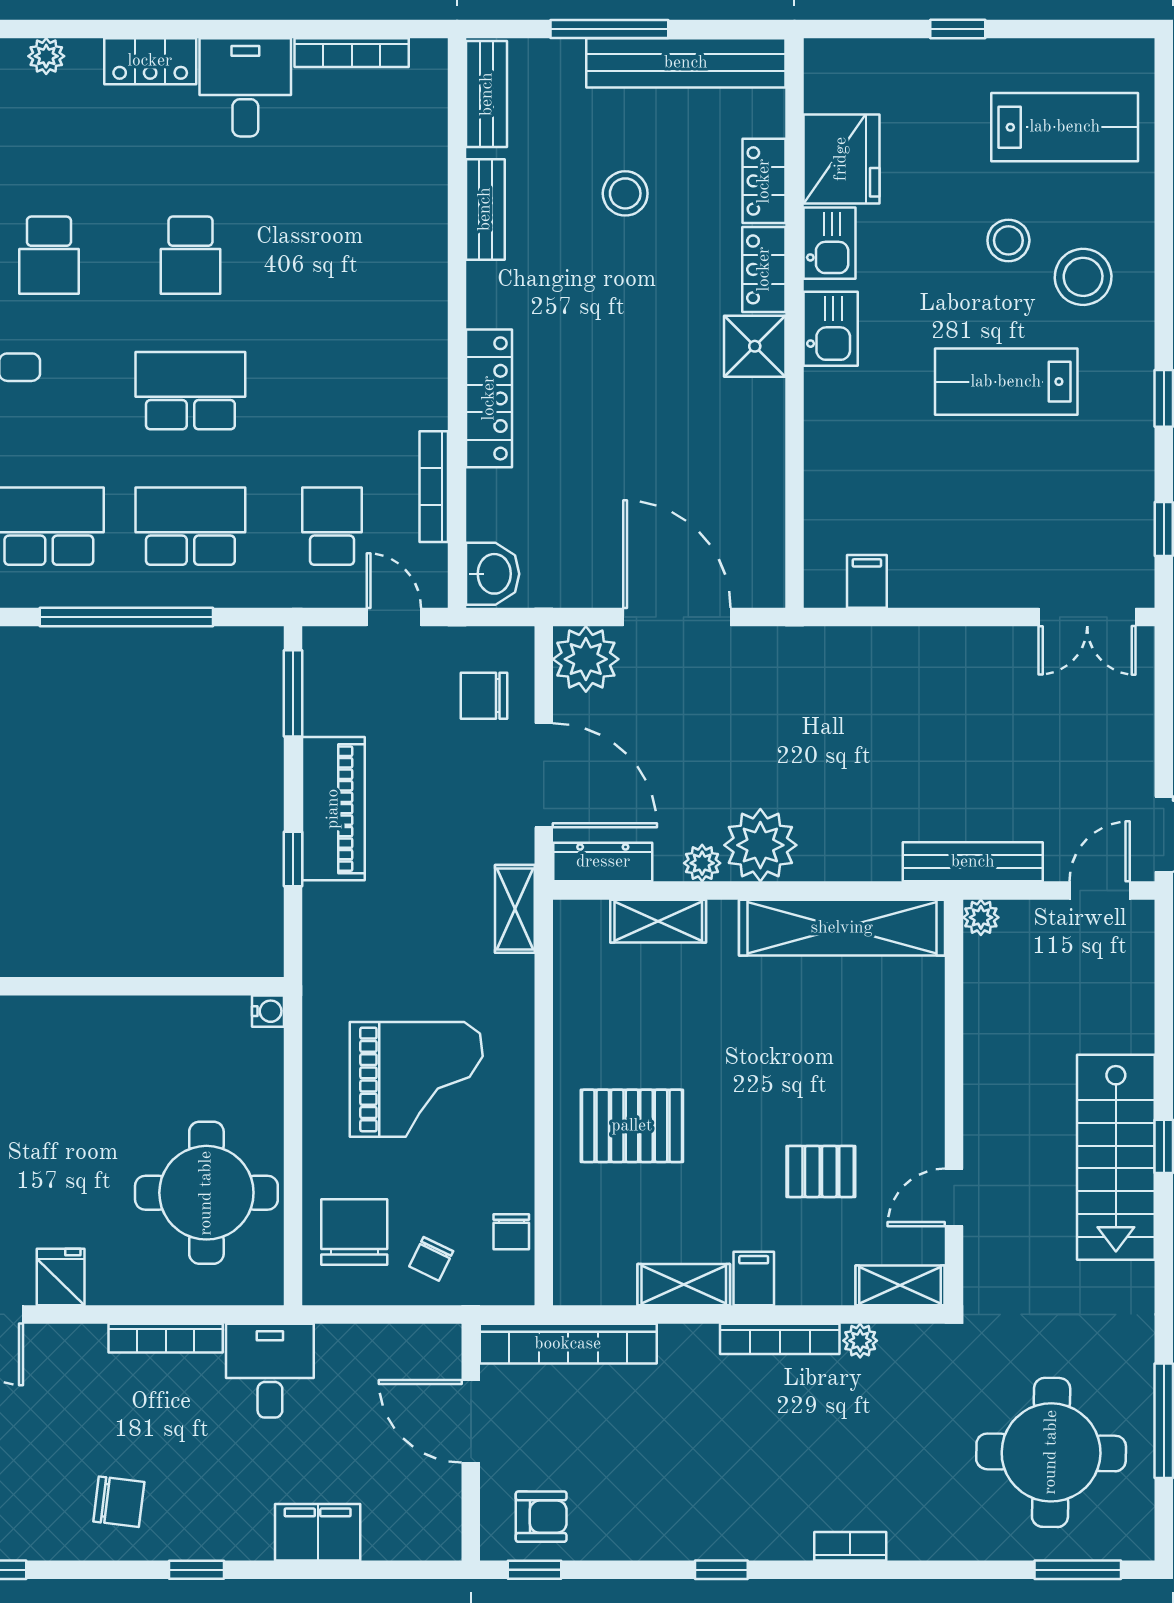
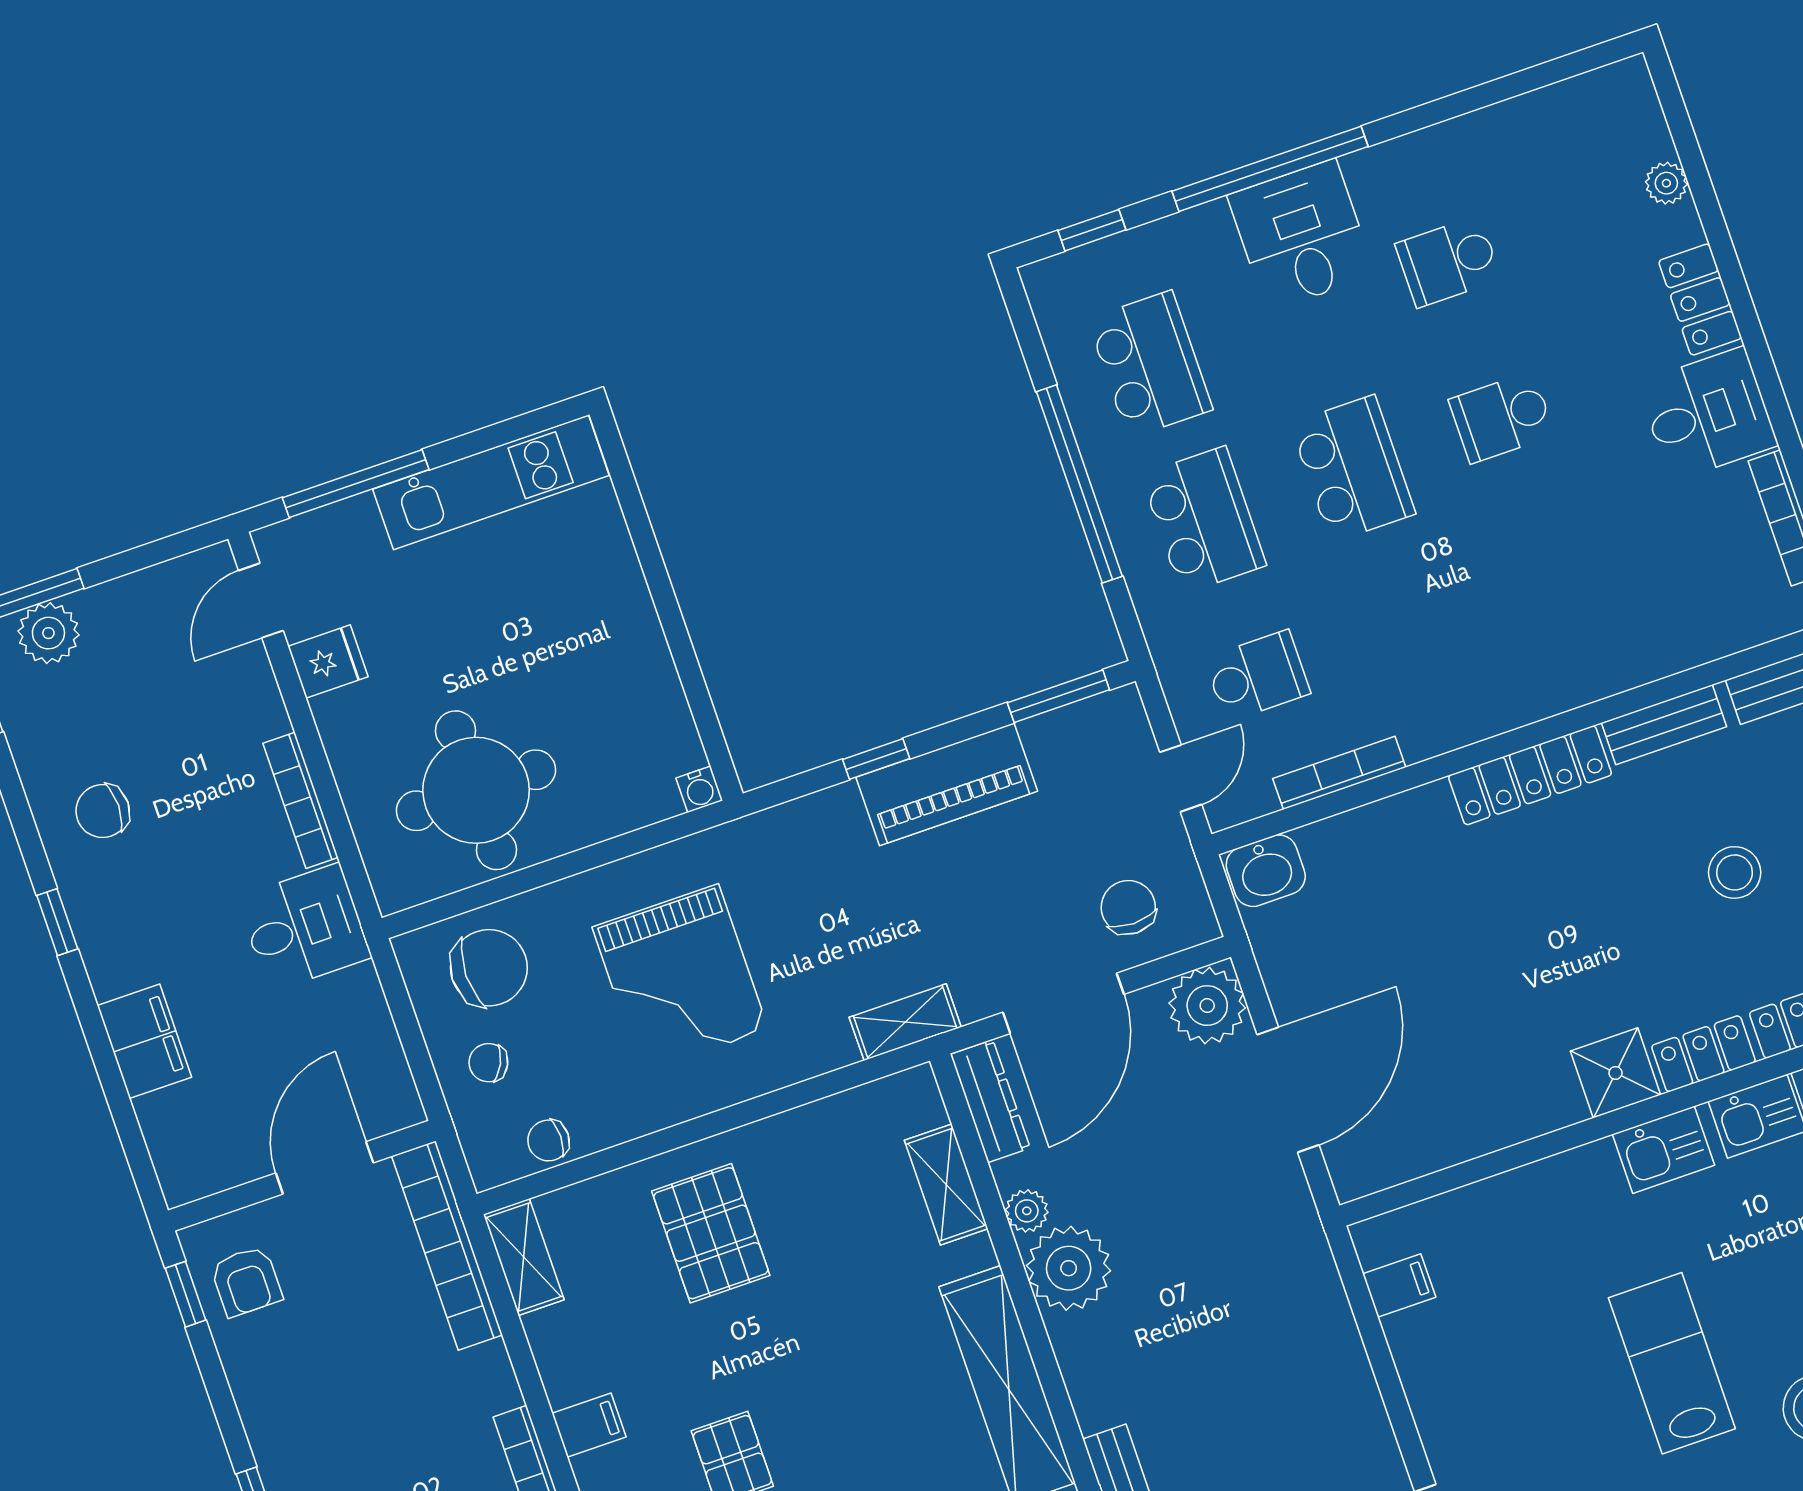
locker: (489, 398) -> (1530, 775), moved
shelving: (684, 1285) -> (524, 1257), moved
chair: (119, 1502) -> (103, 811), turned 83

